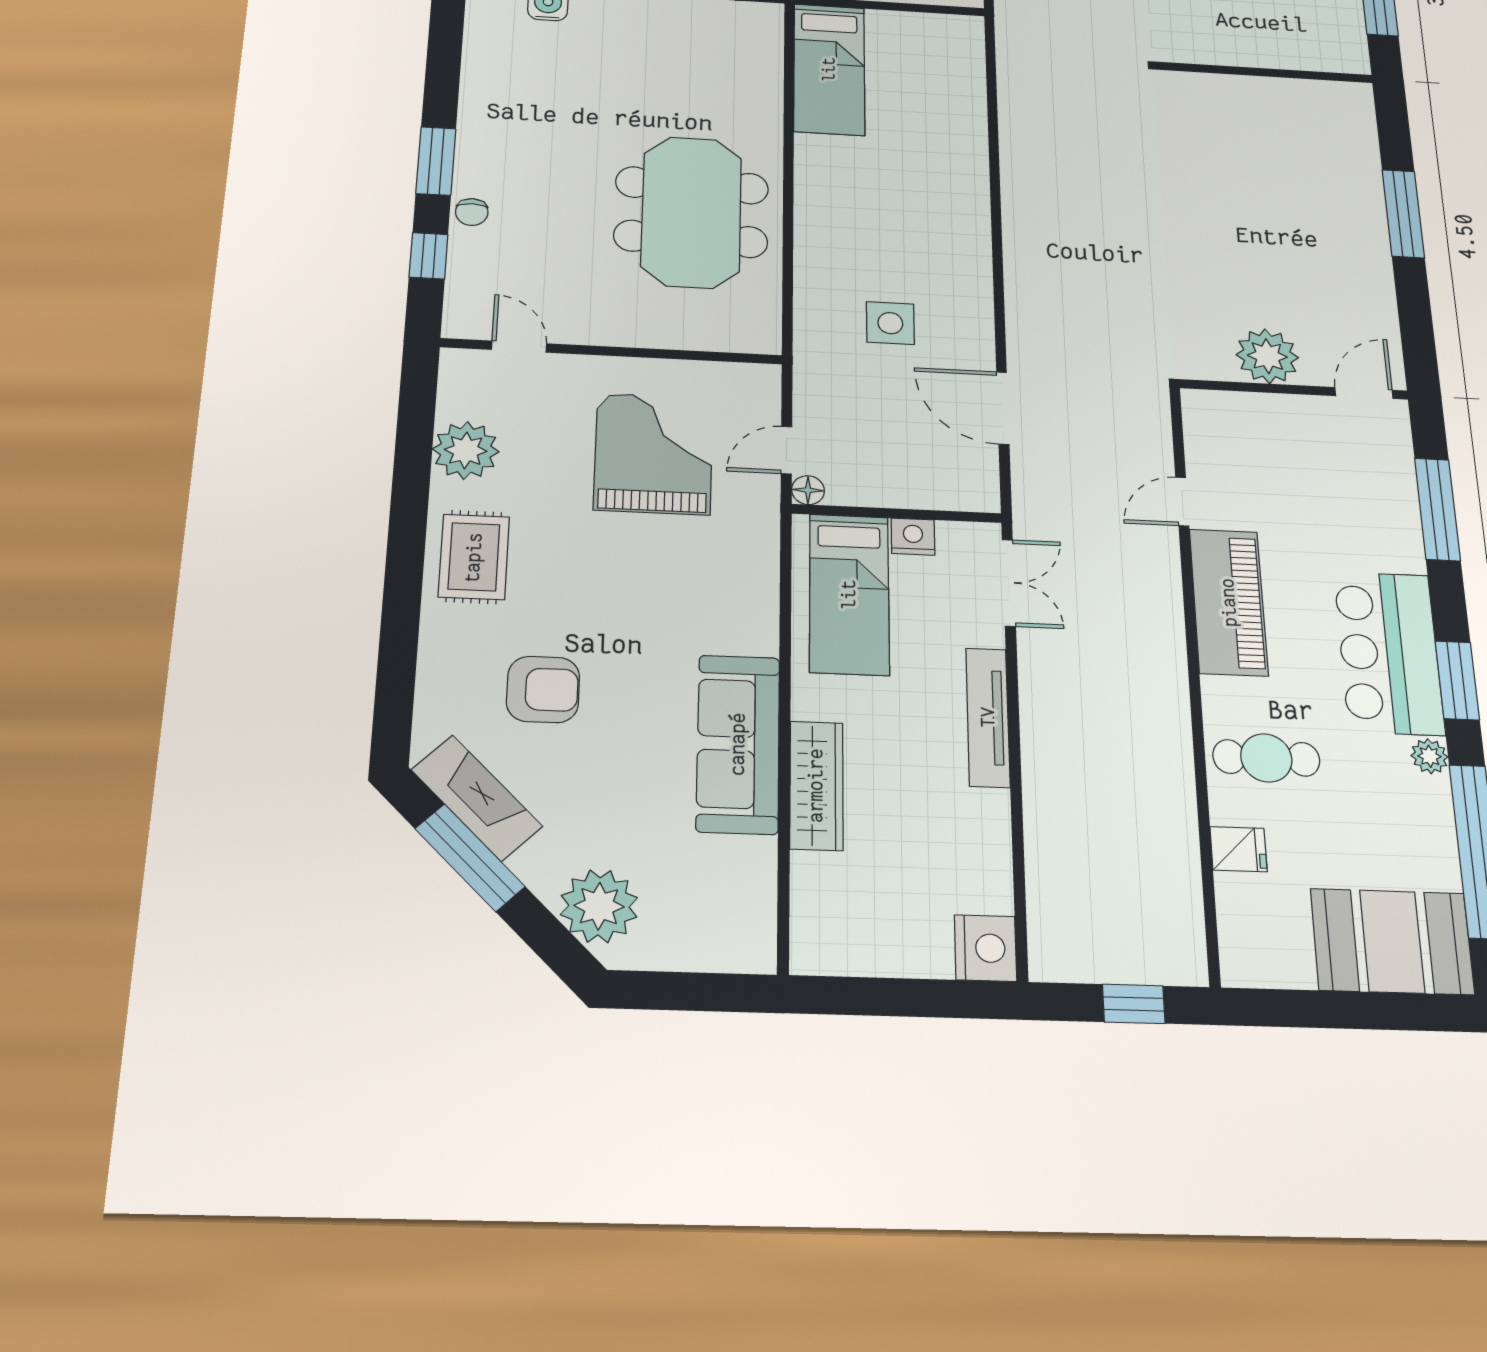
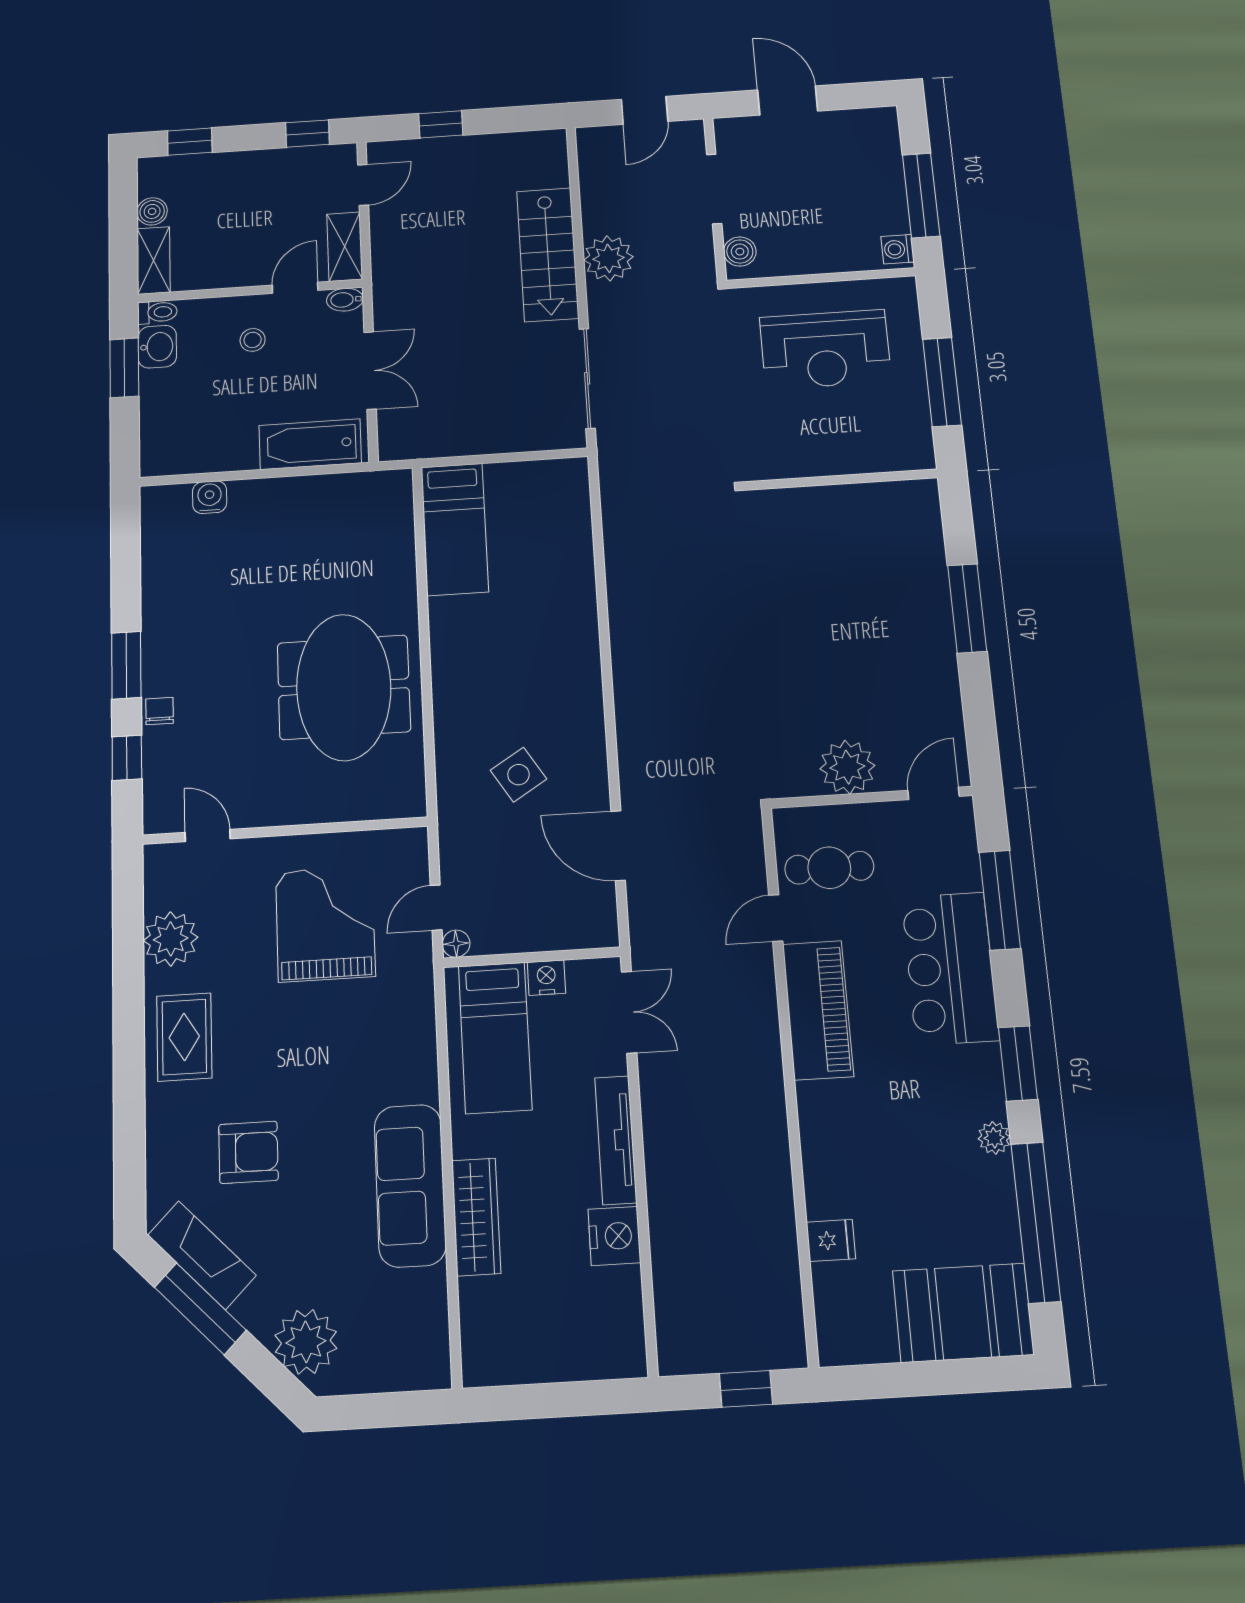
chair: (472, 212) -> (160, 711), turned 180
side table: (890, 323) -> (518, 775), turned -32
bar counter: (1389, 653) -> (950, 968), moved
cafe table: (1266, 758) -> (829, 868), moved
nightstand: (985, 948) -> (614, 1236), moved

